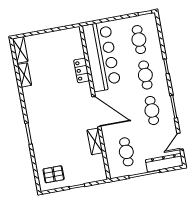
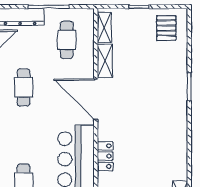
shelving: (24, 75) -> (104, 27), moved
cafe table: (145, 75) -> (24, 135), removed
pallet: (54, 174) -> (166, 28), turned 90

